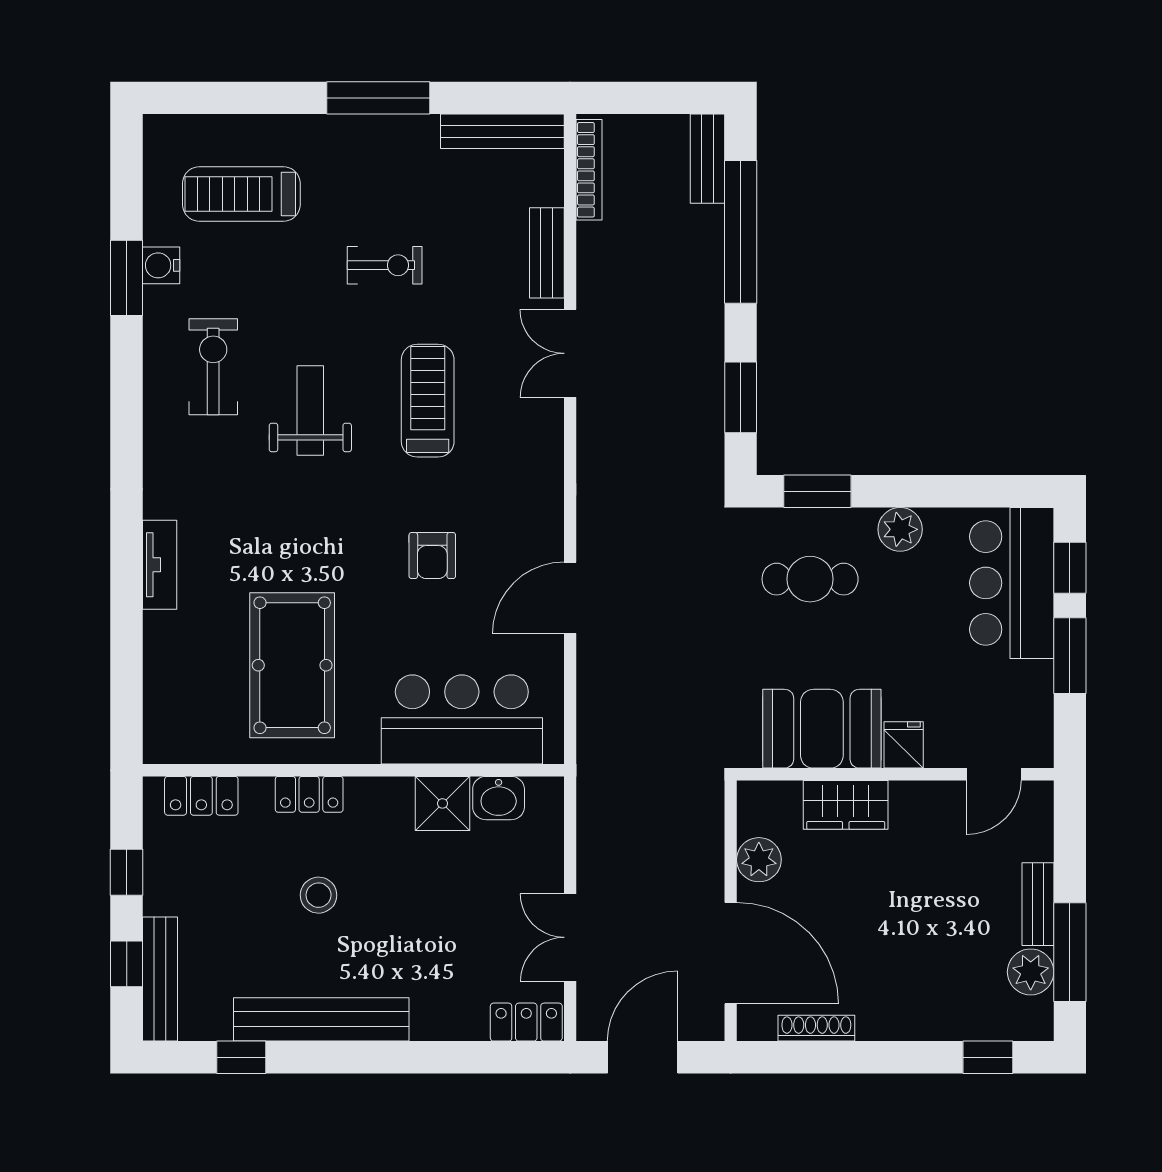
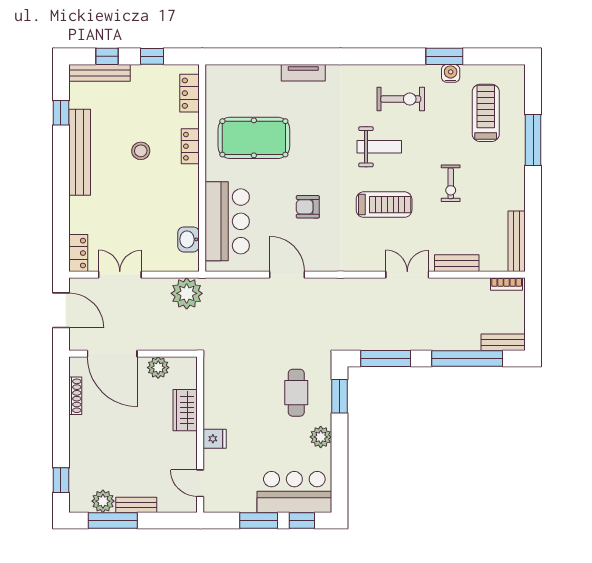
window: (378, 98) -> (533, 140), moved
bookcase: (589, 170) -> (507, 284), width x0.64
window: (741, 397) -> (386, 359), width x1.44
booth: (822, 729) -> (223, 399), removed
plant: (608, 802) -> (187, 293), added
shower: (442, 803) -> (186, 212), removed
door: (731, 953) -> (112, 354), hinge flipped

